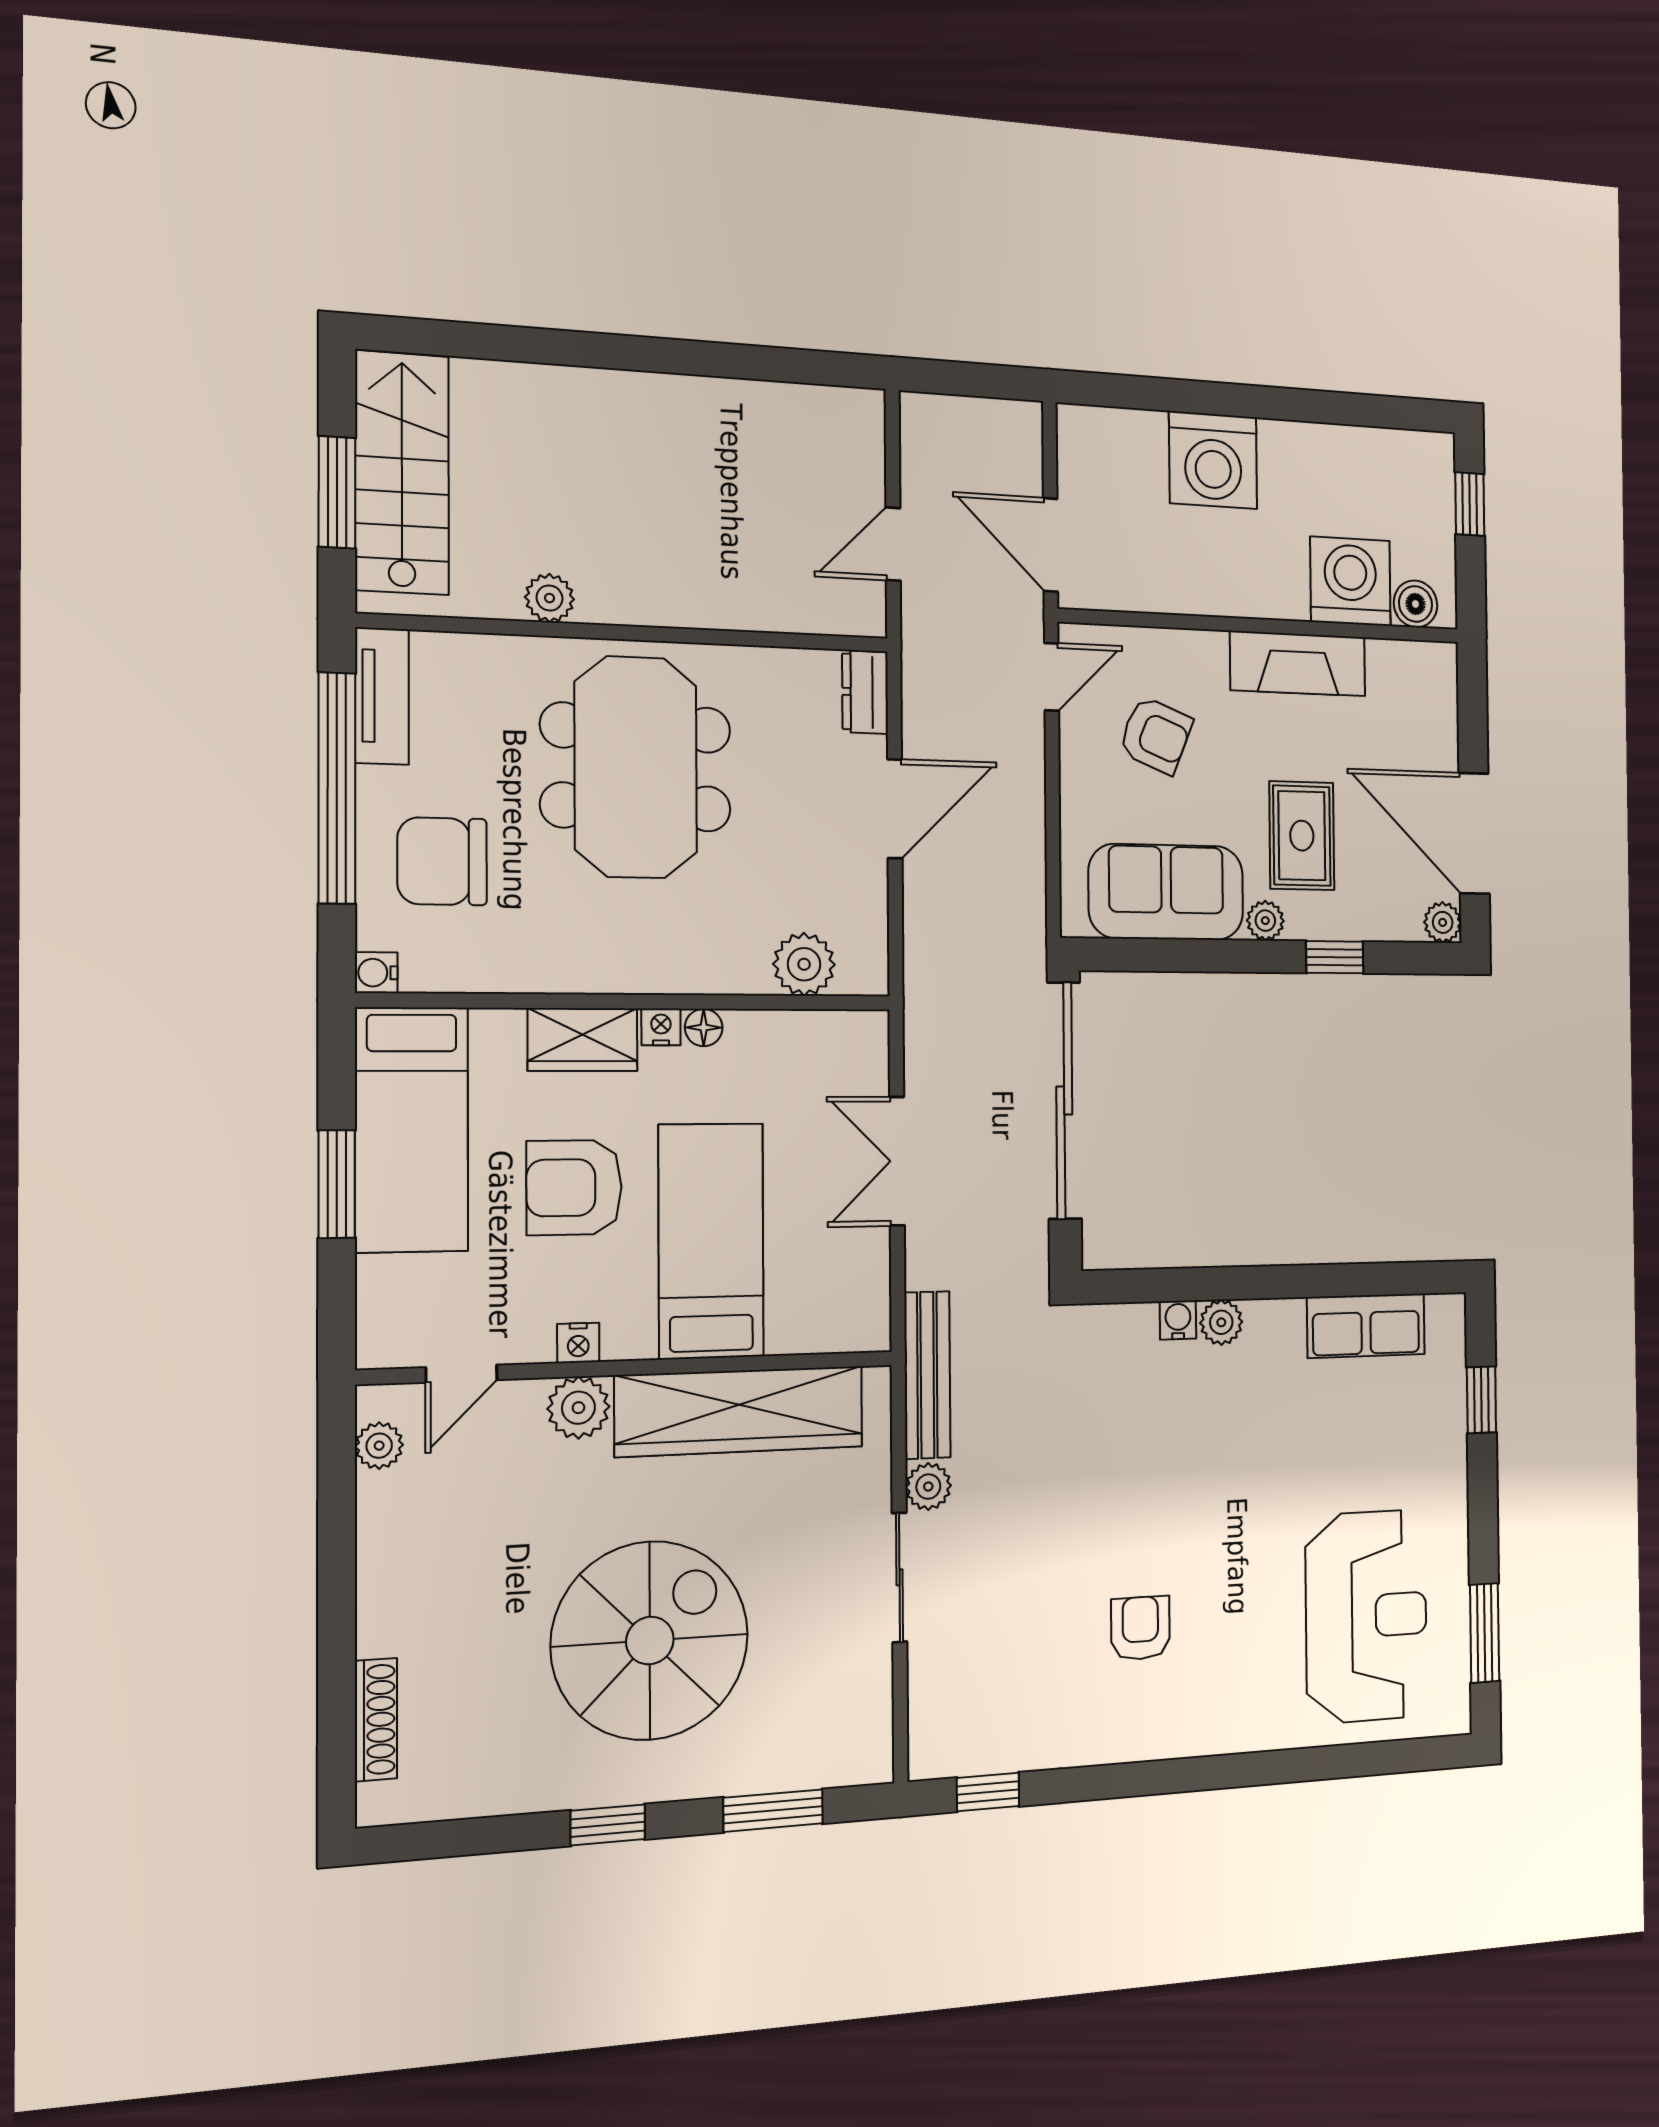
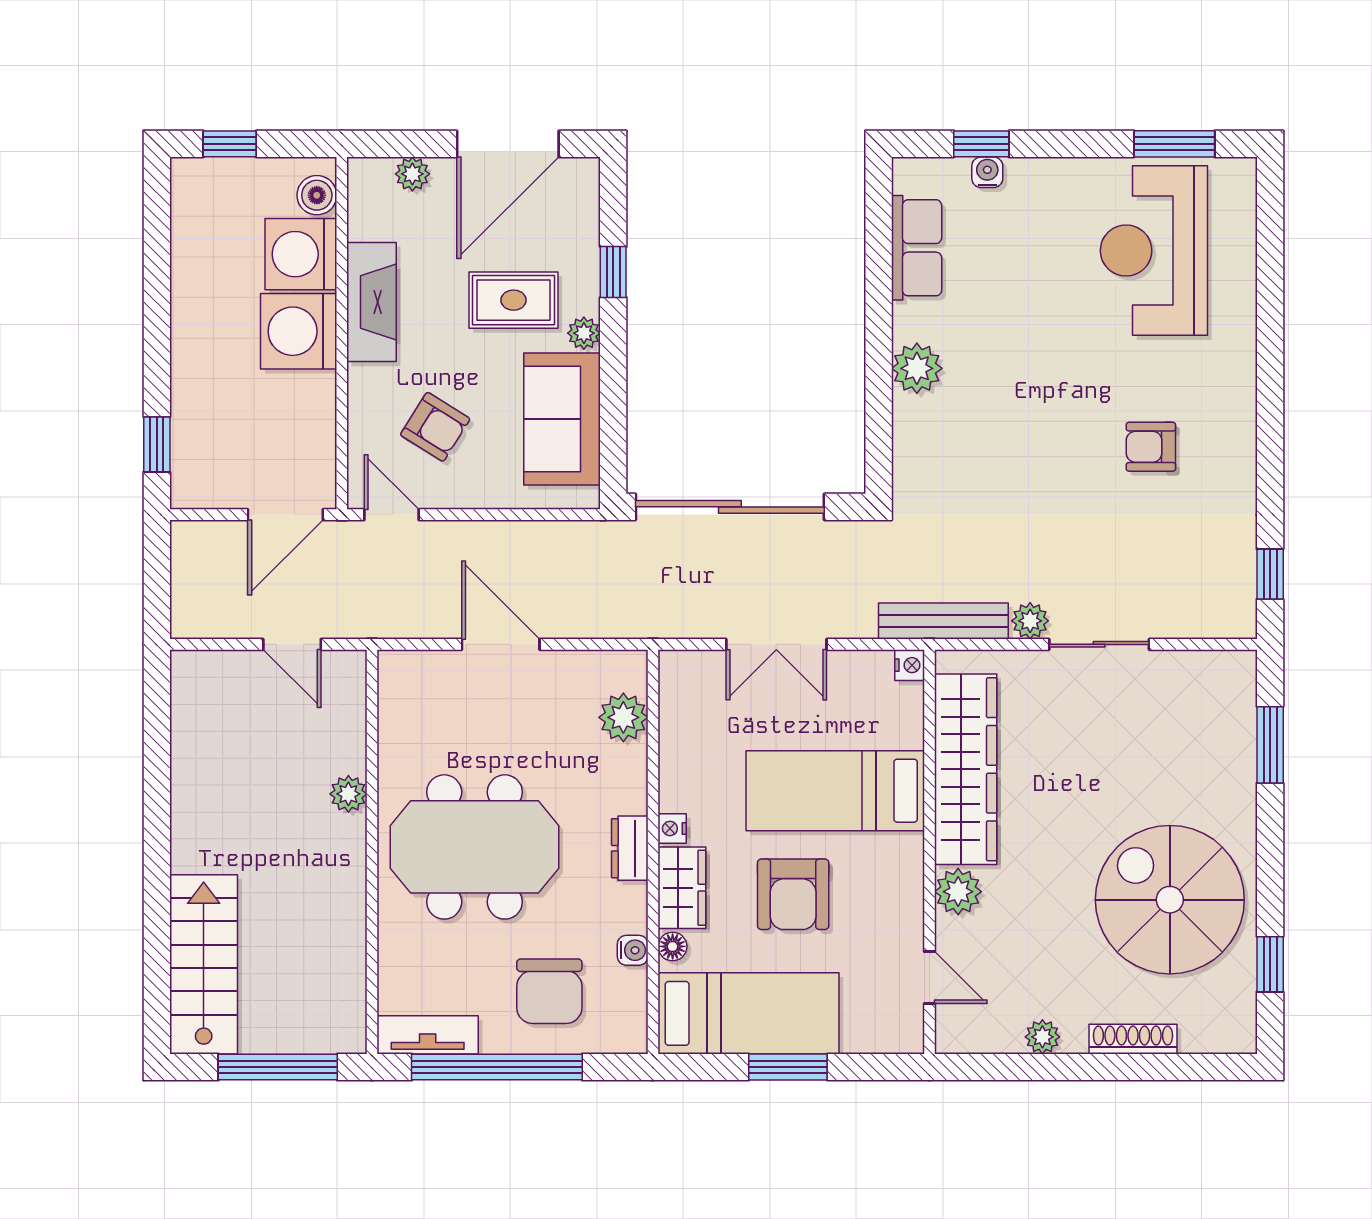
window: (1132, 392) -> (157, 444), added
washing machine: (1213, 460) -> (299, 331), moved, turned 180
stairs: (402, 473) -> (204, 964), moved, turned 90
window: (337, 492) -> (278, 1067), width x1.44
plant: (549, 598) -> (348, 794), moved
dresser: (865, 692) -> (630, 848), moved, turned 90
armchair: (1156, 735) -> (435, 427), turned 100
plant: (1443, 922) -> (412, 174), moved
water cooler: (376, 973) -> (633, 950), moved, turned -90
floor lamp: (704, 1028) -> (673, 946), moved
water cooler: (1178, 1320) -> (987, 172), moved, turned 90
plant: (1221, 1322) -> (917, 368), width x1.38, depth x1.38
nightstand: (578, 1343) -> (910, 665), moved
plant: (379, 1446) -> (1042, 1037), moved
reception desk: (1366, 1616) -> (1154, 251), turned -90
spiral stairs: (650, 1641) -> (1170, 900), moved
shoe rack: (376, 1720) -> (1133, 1039), moved
window: (608, 1825) -> (1270, 964), moved

